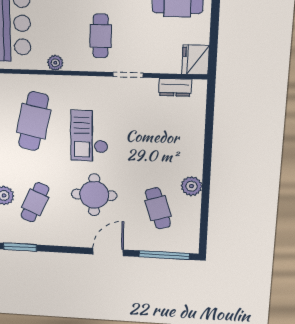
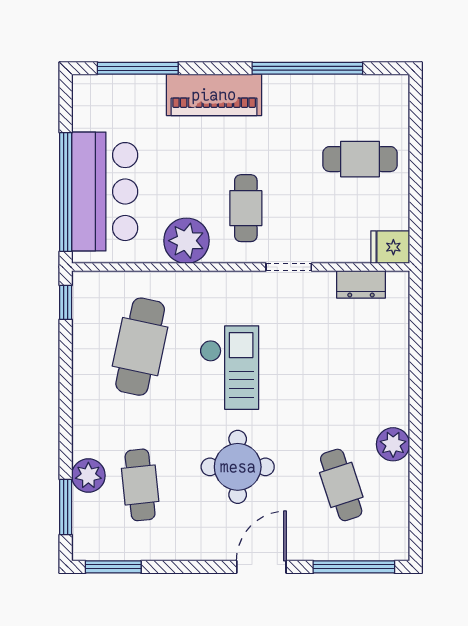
fridge: (196, 60) -> (390, 247), width x0.72
plant: (55, 63) -> (186, 241), width x1.88, depth x1.88
checkout: (89, 136) -> (229, 368), turned 180
cafe table: (35, 202) -> (140, 485), turned -30

